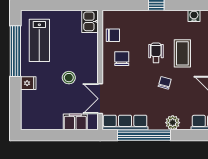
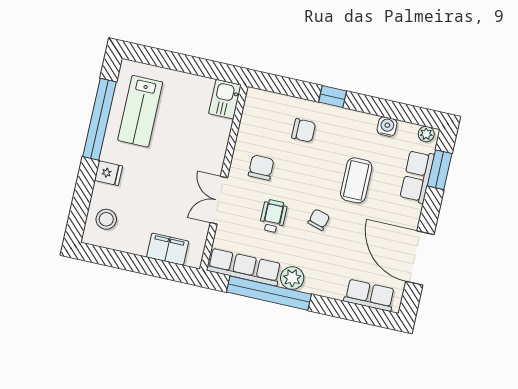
chair: (113, 35) -> (304, 130), moved
wheelchair: (156, 53) -> (273, 216), moved
stool: (69, 78) -> (106, 219), moved
double door: (100, 99) -> (219, 200), moved
plant: (173, 123) -> (292, 278), moved

